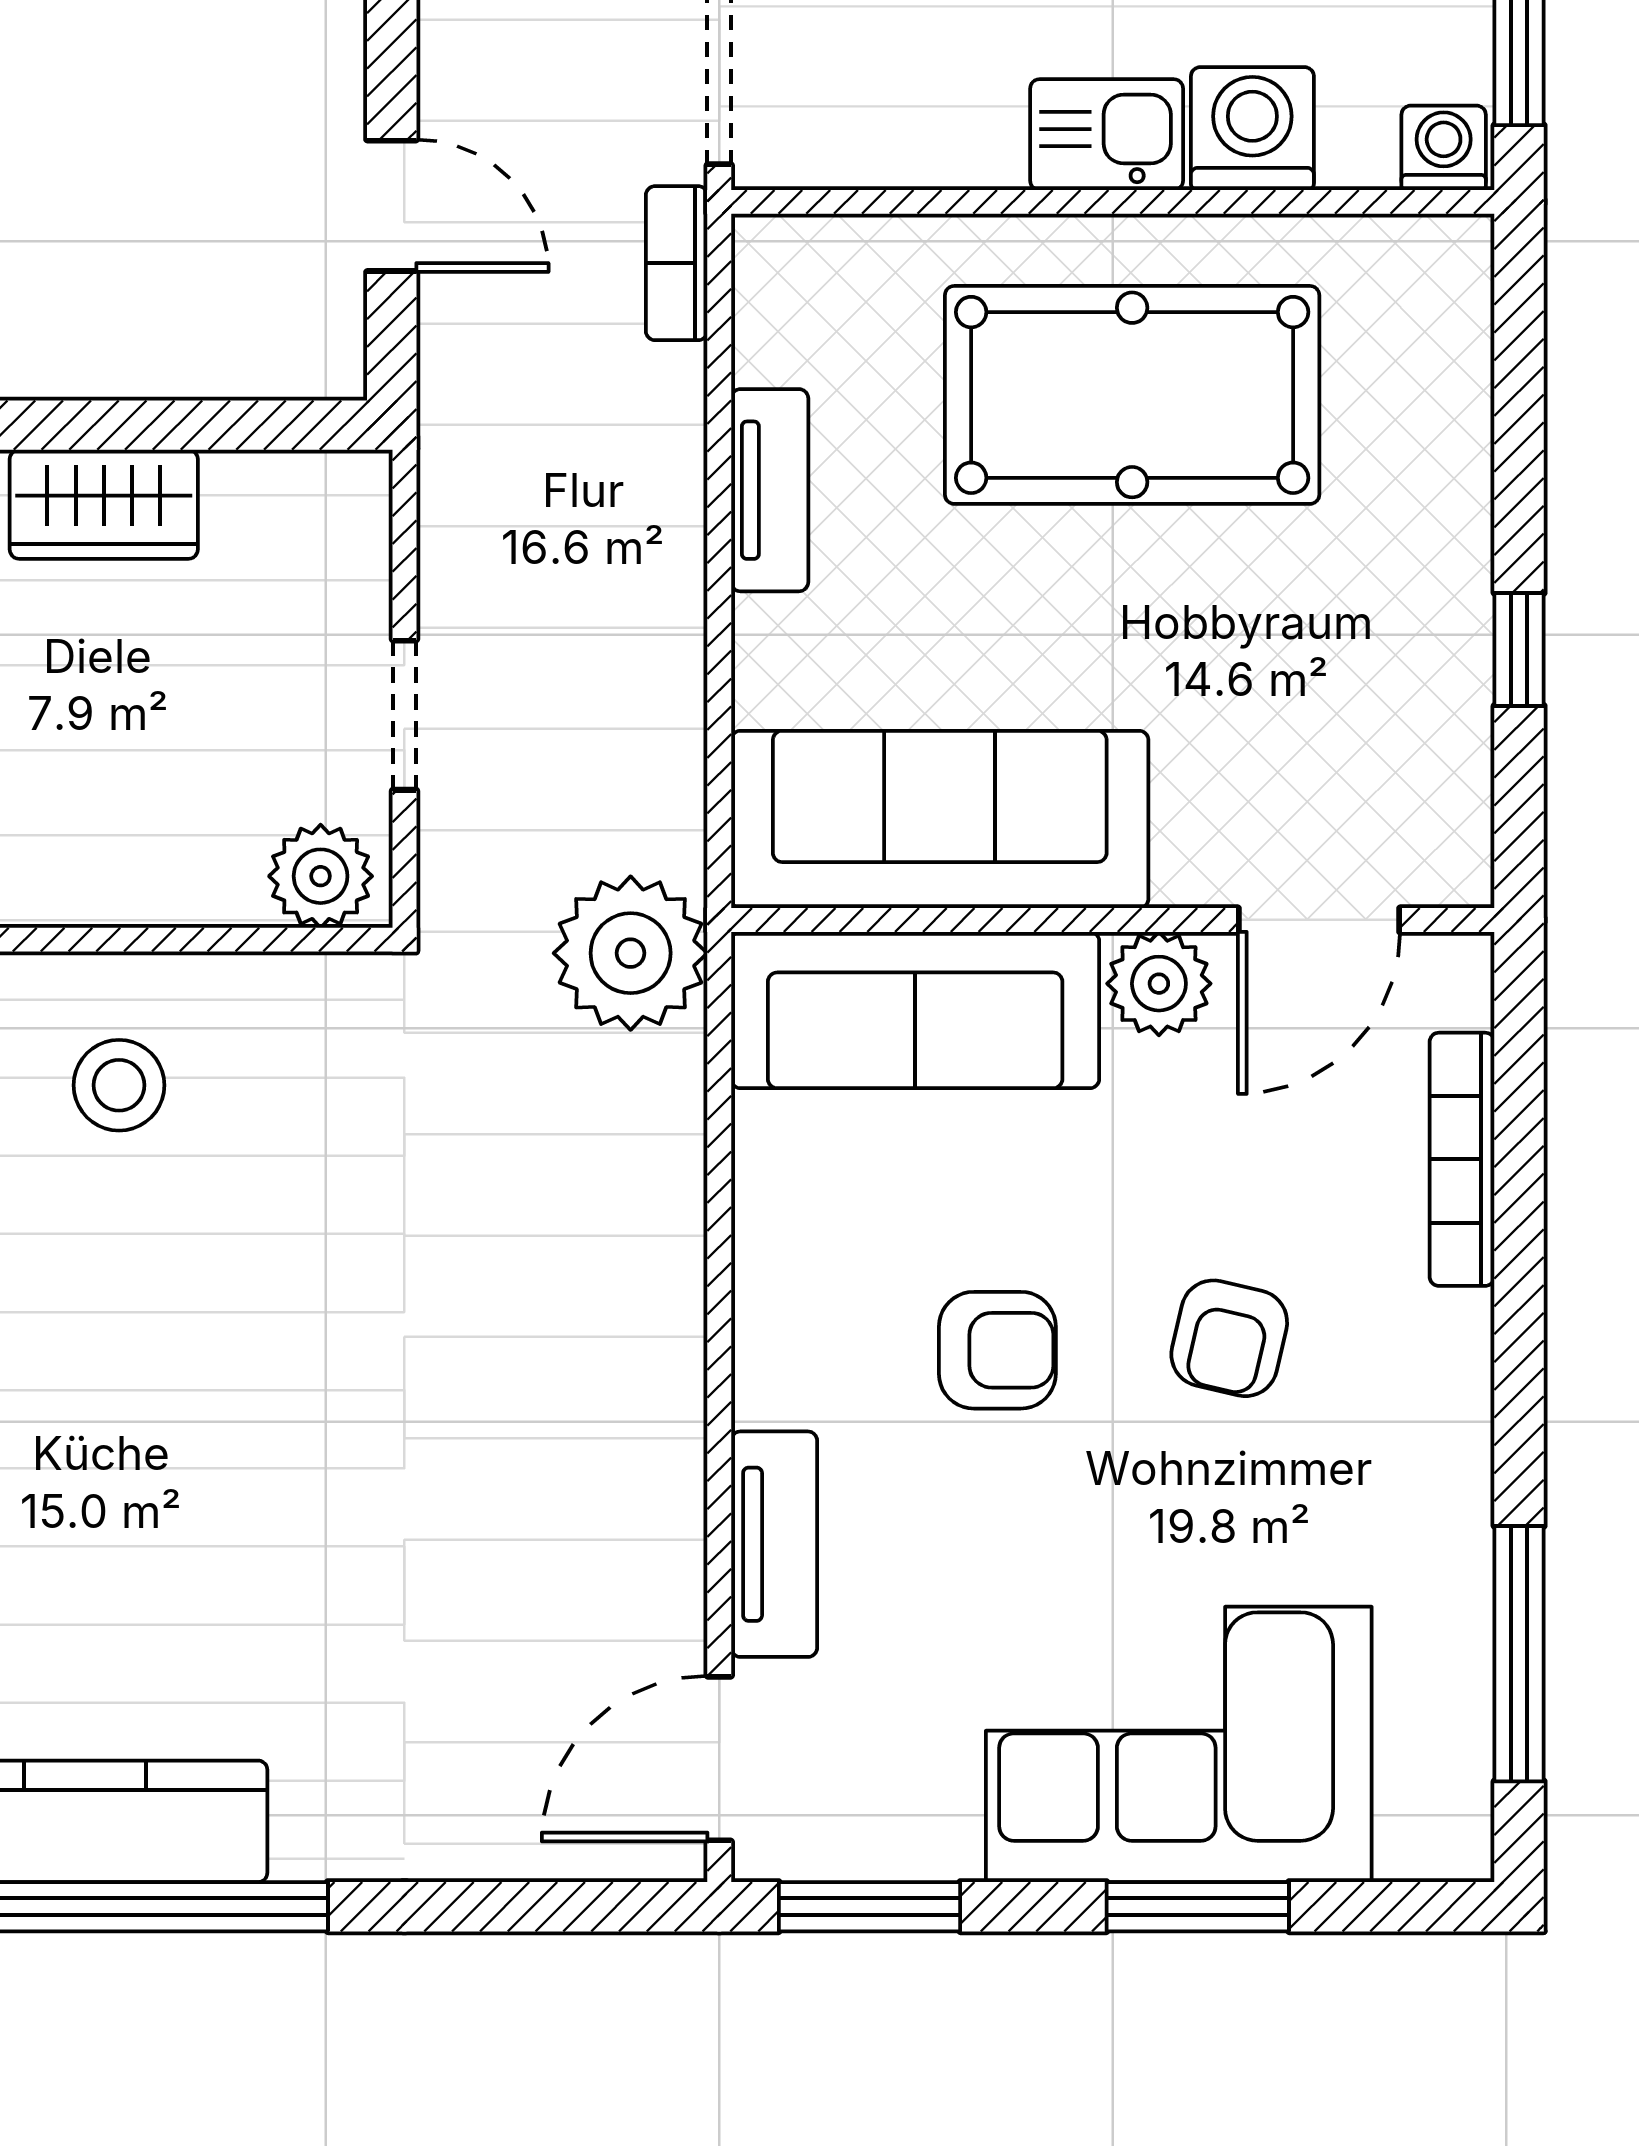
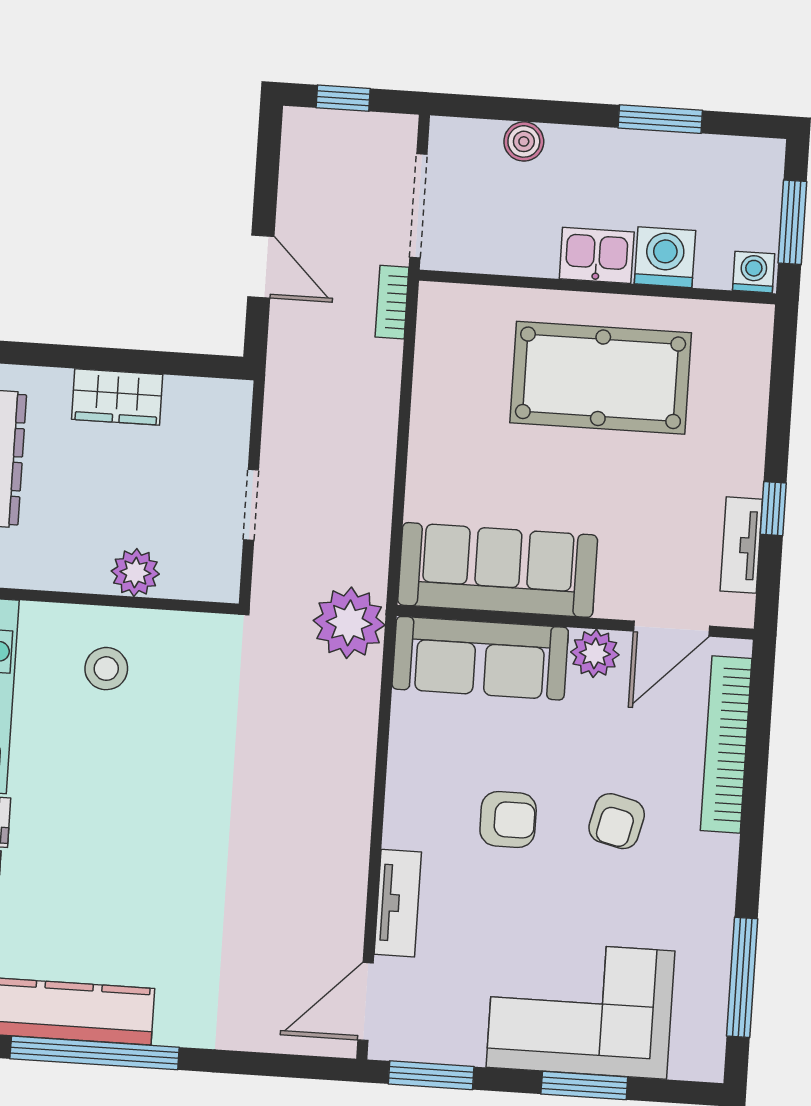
tv unit: (770, 490) -> (741, 545), moved, turned 180
plant: (321, 876) -> (135, 573), moved
bookcase: (1462, 1159) -> (726, 744), width x1.48, depth x1.31

